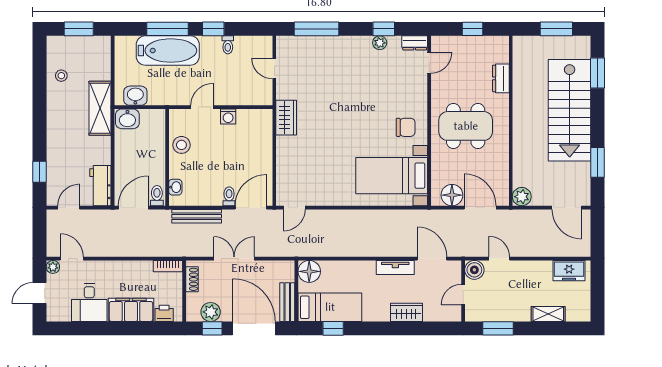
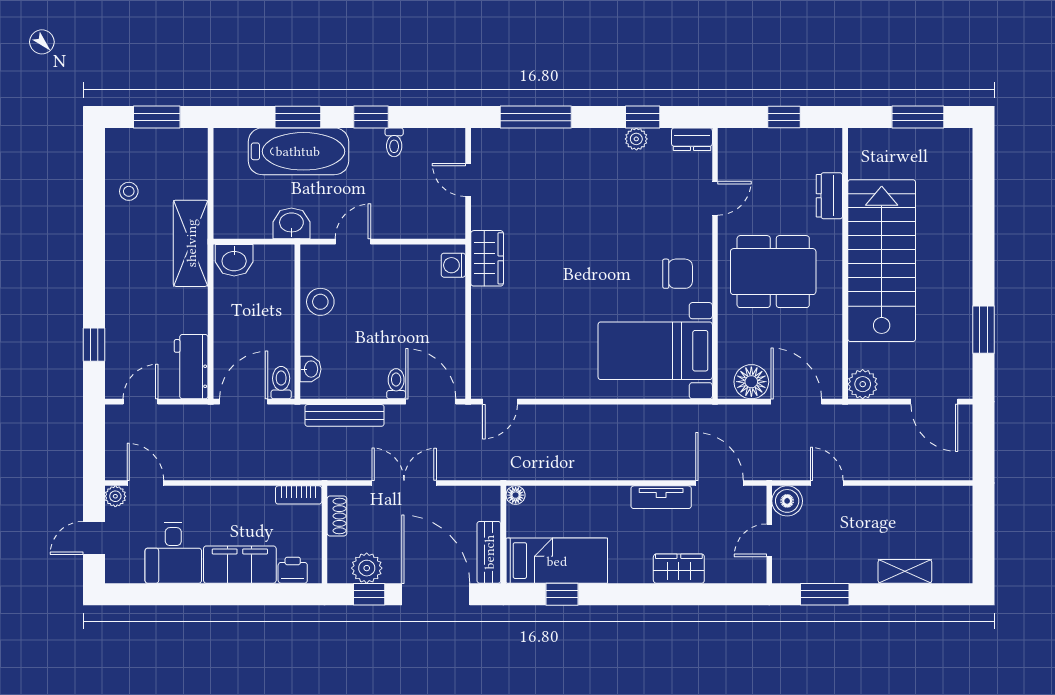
window: (167, 29) -> (298, 117), width x0.69
door: (429, 63) -> (715, 198), moved
window: (598, 73) -> (983, 187), removed
washbasin: (135, 96) -> (291, 223), moved
stairs: (570, 110) -> (882, 261), moved, turned 180
washing machine: (228, 116) -> (453, 265), moved, turned 90
door: (251, 208) -> (431, 402), hinge flipped
floor lamp: (309, 271) -> (516, 495), width x0.53, depth x0.53
freezer: (569, 271) -> (938, 502), removed

